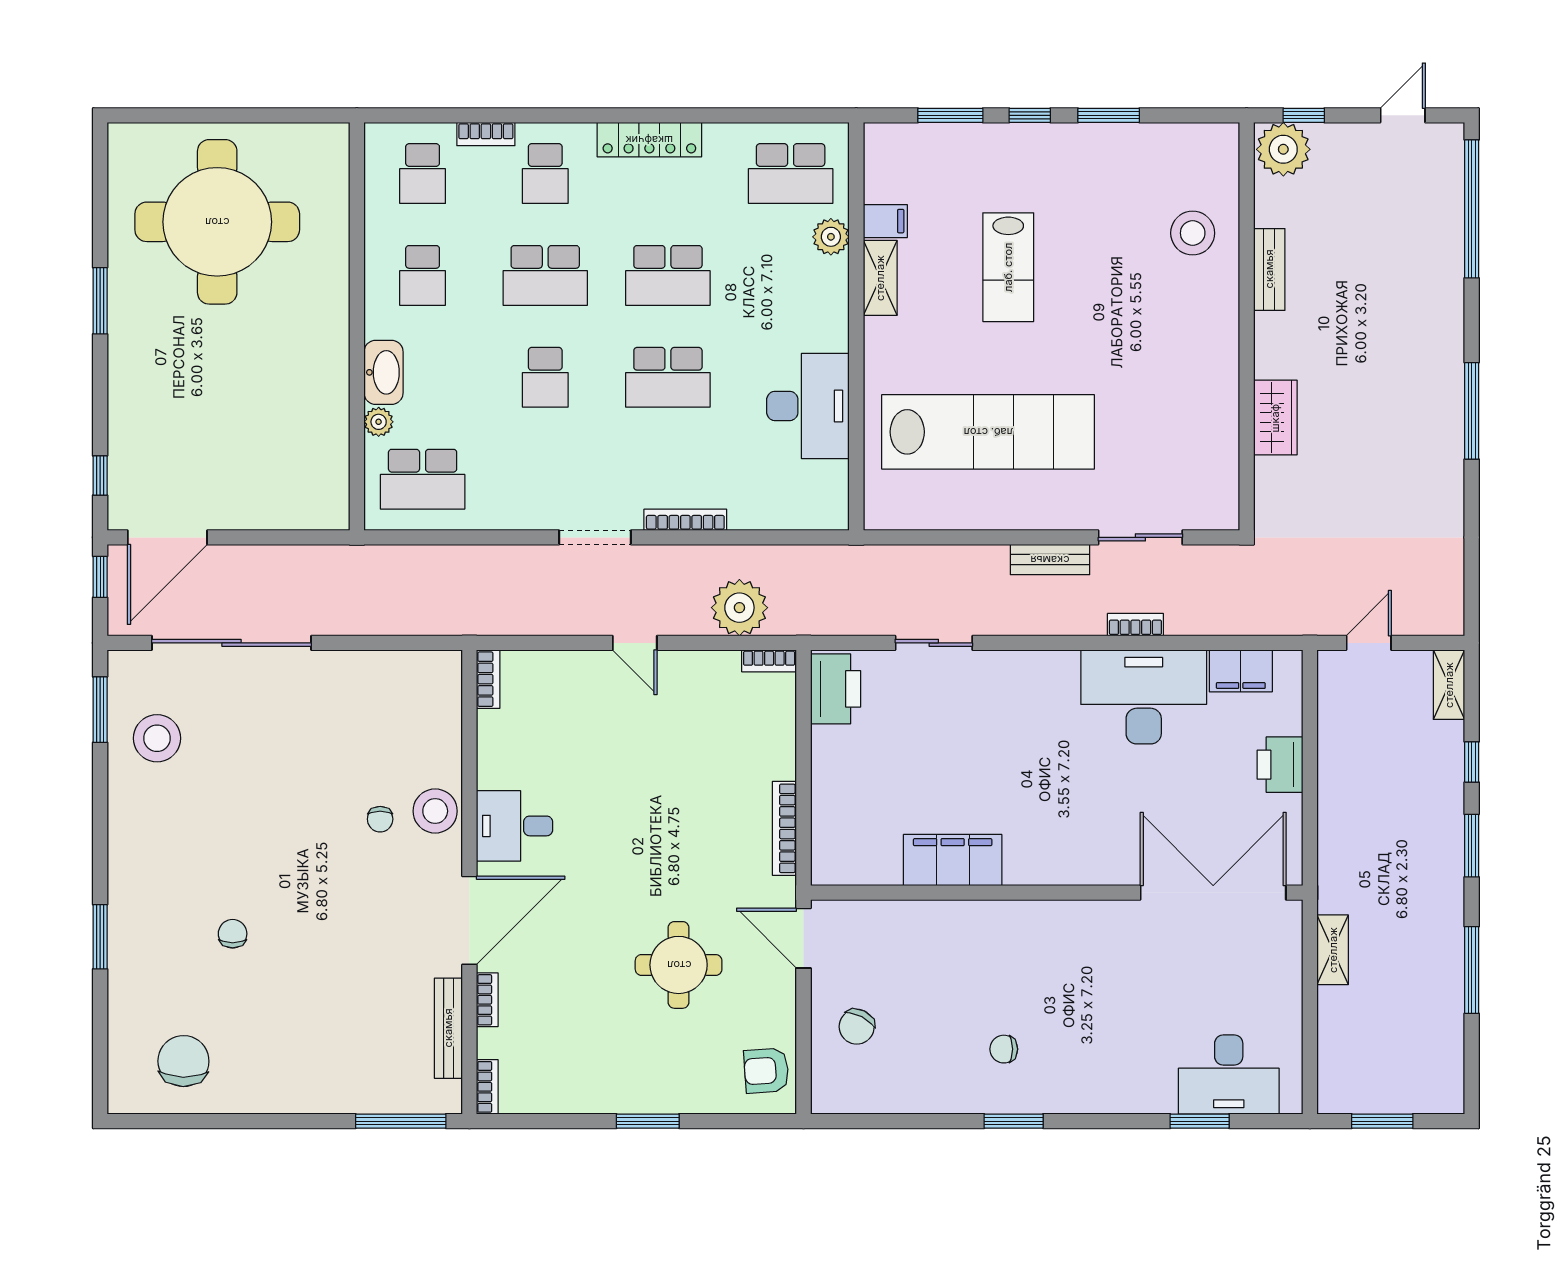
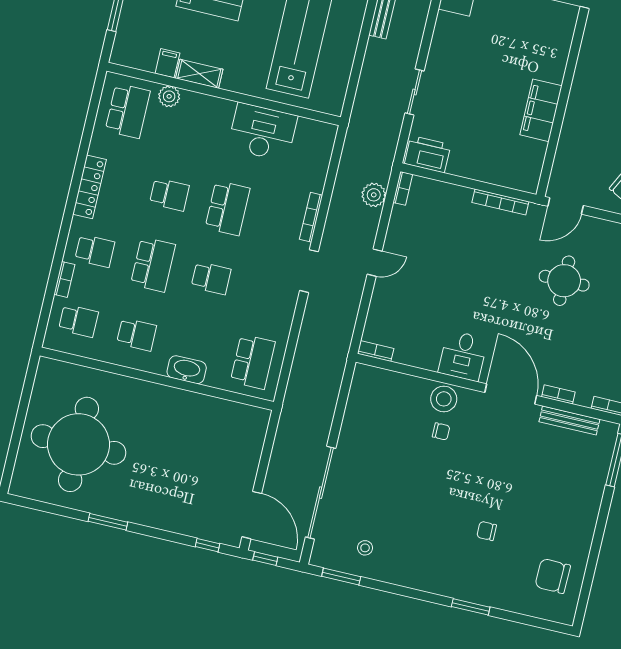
school desk: (668, 275) -> (169, 195), width x0.54
plant: (379, 422) -> (214, 379), removed
plant: (739, 608) -> (374, 195), width x0.73, depth x0.73
stool: (157, 738) -> (365, 548), width x0.53, depth x0.53

